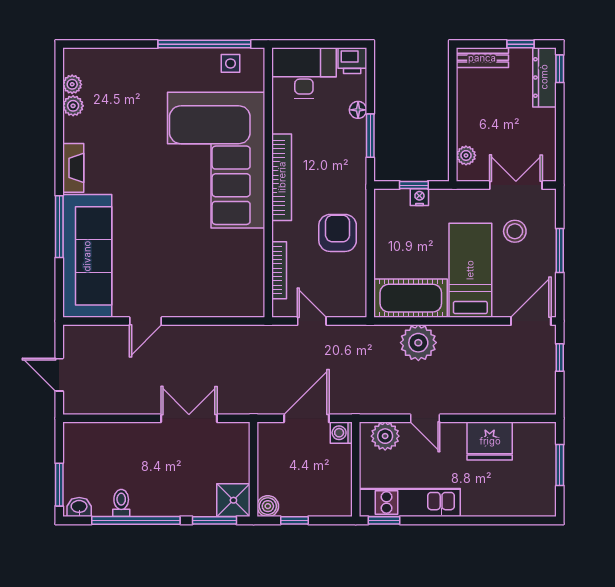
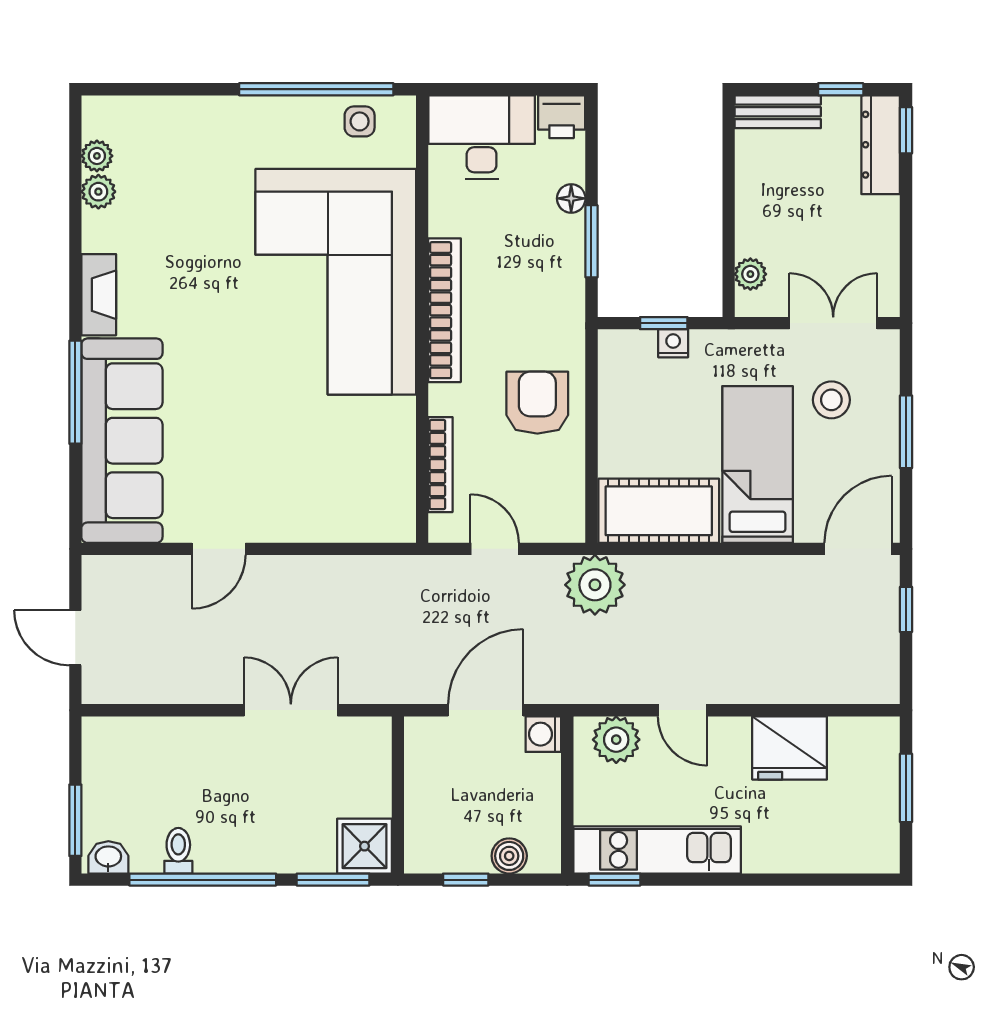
plant: (418, 343) -> (595, 585), moved
boiler: (268, 506) -> (509, 856), moved

